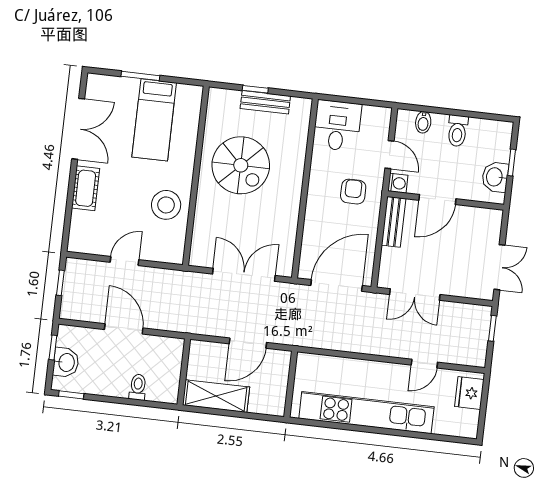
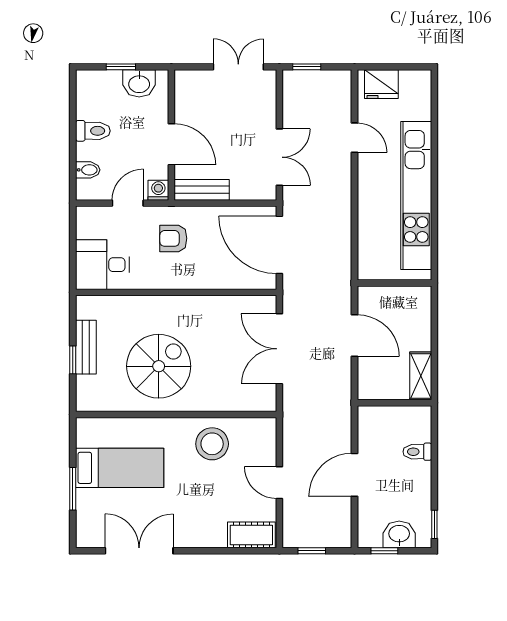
cot: (86, 188) -> (251, 535), moved
shelving: (216, 396) -> (421, 376), width x0.67, depth x0.75

